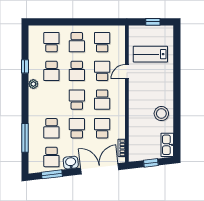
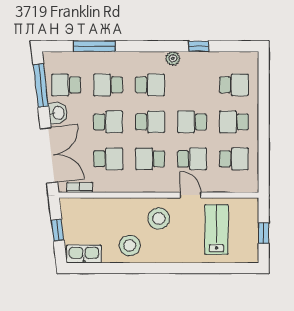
school desk: (51, 71) -> (150, 85), moved, turned 180
stool: (143, 94) -> (159, 218), added
window: (52, 174) -> (41, 86), width x1.44

